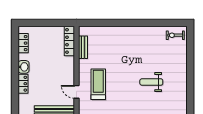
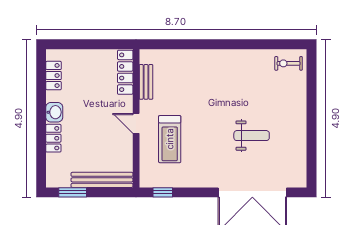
weight bench: (151, 82) -> (252, 136), turned 180
treadmill: (98, 84) -> (170, 139), turned 180
door: (76, 92) -> (136, 123), moved

